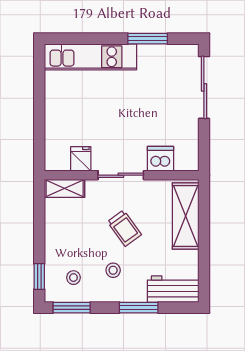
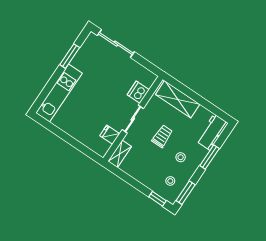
trolley: (124, 228) -> (162, 136), turned -54

